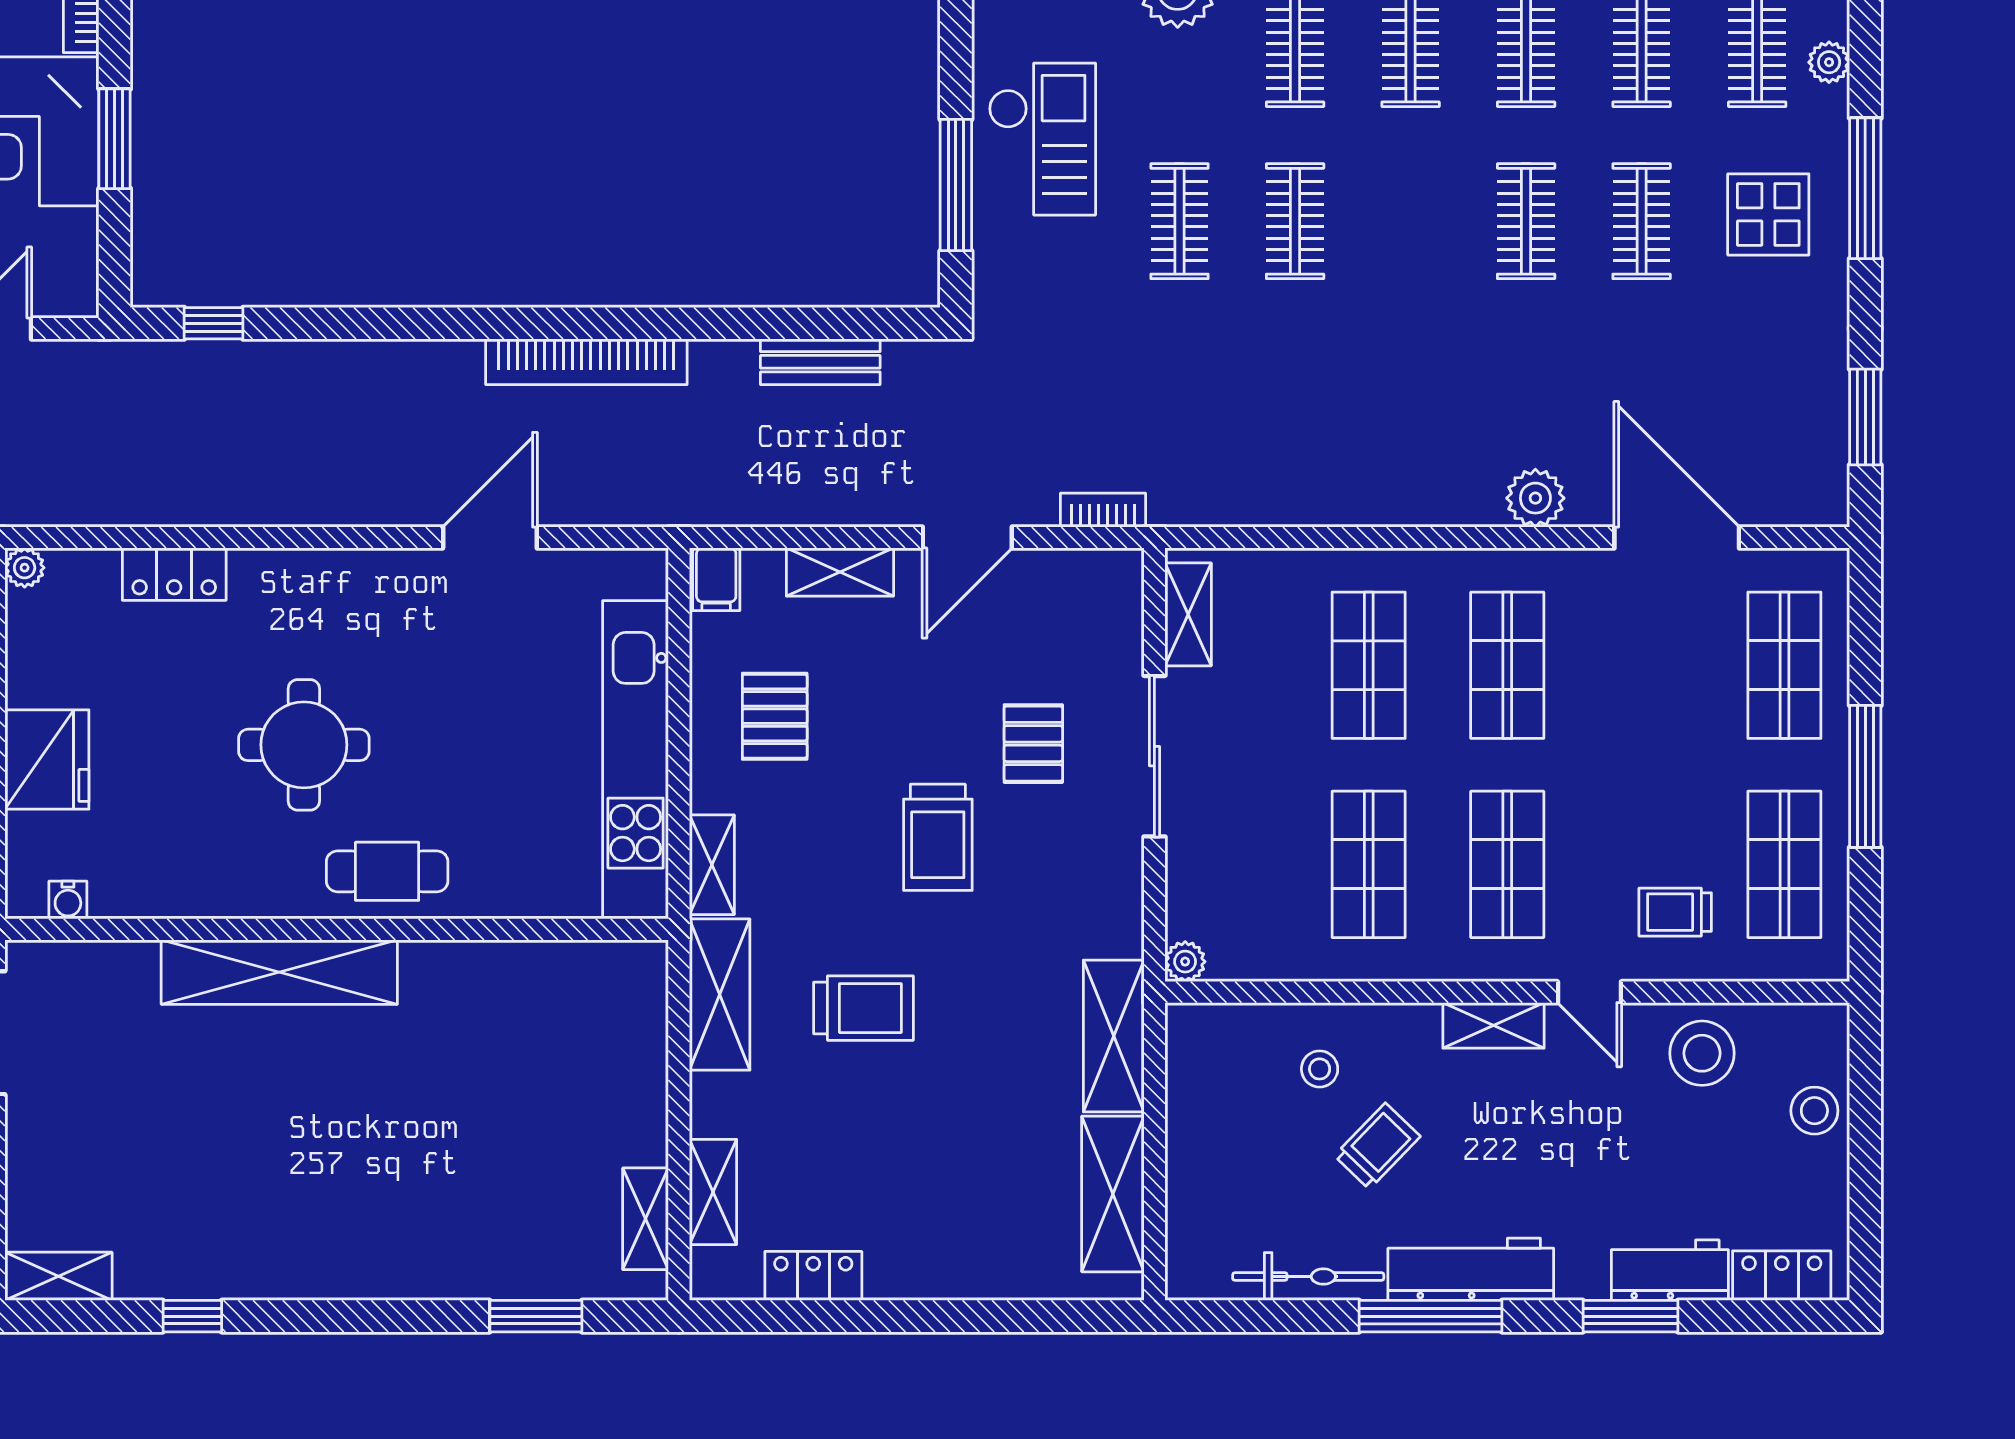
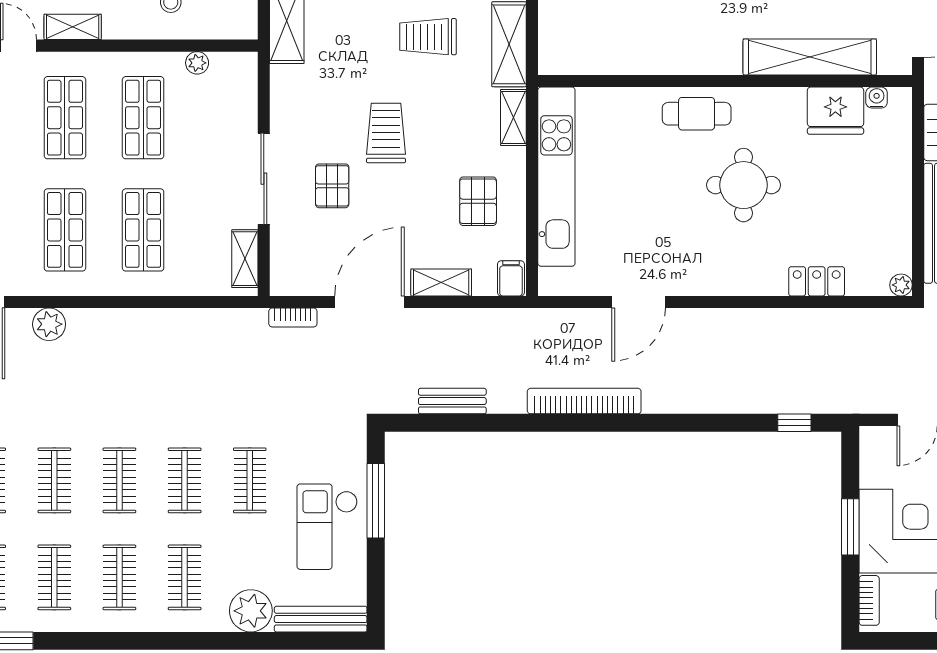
clothes rail: (1411, 221) -> (119, 480), added
door: (967, 538) -> (369, 302), width x1.36
fridge: (47, 760) -> (835, 111), moved, turned -90
plant: (1185, 962) -> (197, 63), moved
shelving: (279, 972) -> (810, 57), moved

